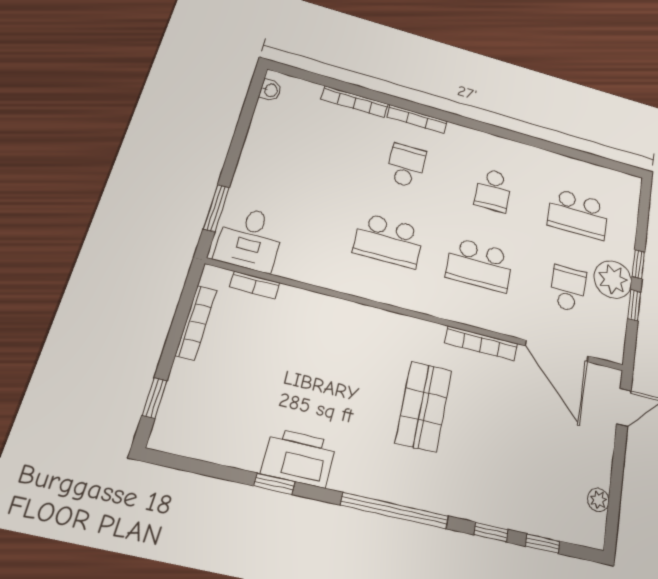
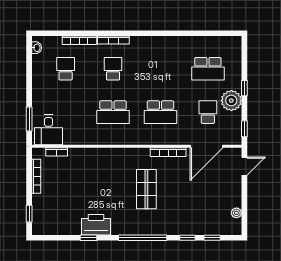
school desk: (493, 190) -> (66, 69), moved, turned 180
window: (634, 305) -> (244, 129), moved
door: (557, 351) -> (207, 146), hinge flipped

